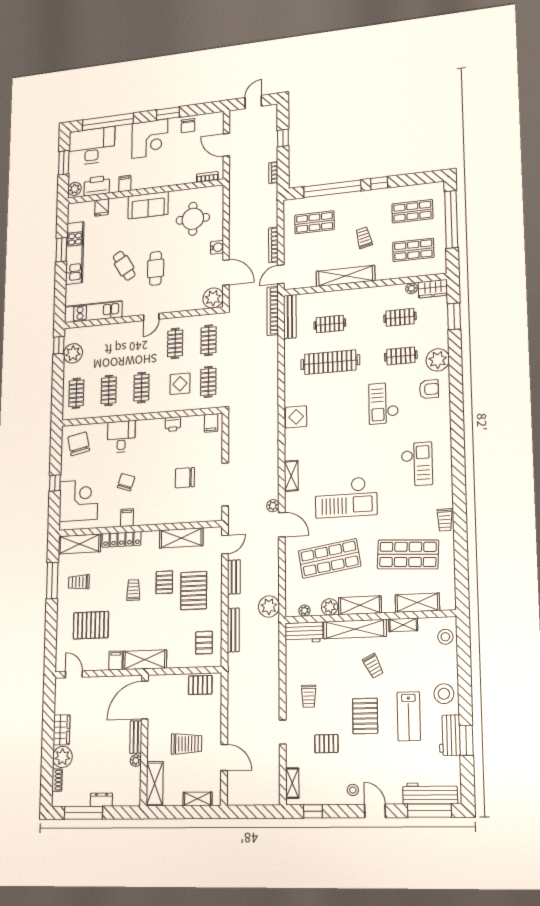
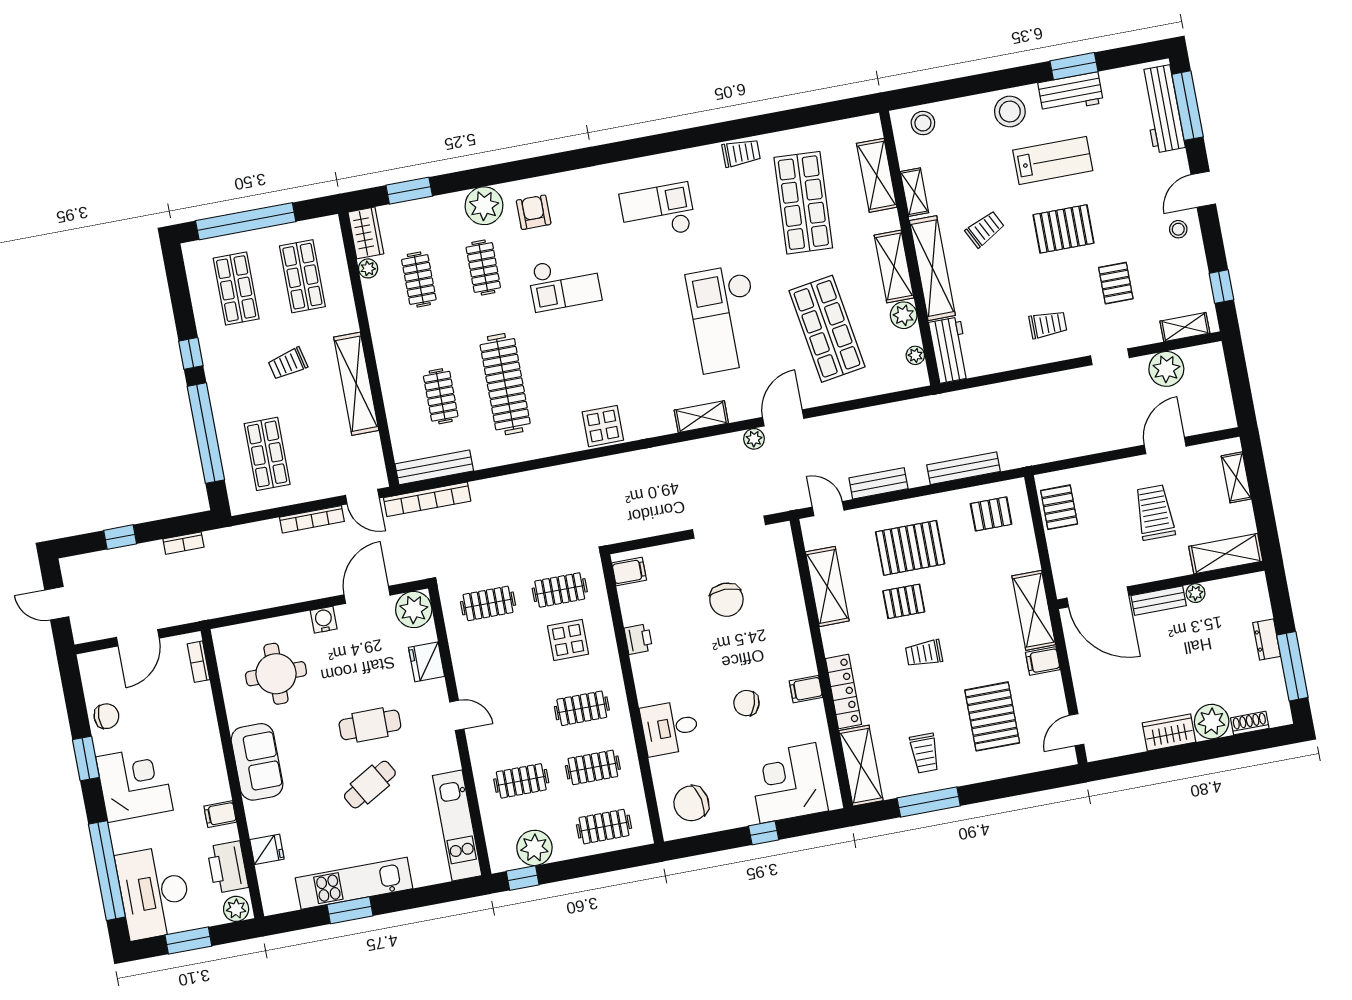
fridge: (183, 303) -> (427, 662), added
clothes rail: (175, 343) -> (521, 781), moved
checkout: (346, 497) -> (725, 319), turned 180
plant: (269, 606) -> (1166, 369), moved

